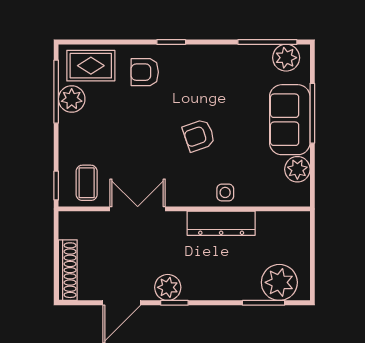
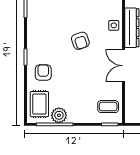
armchair: (145, 72) -> (43, 72), turned 180
double door: (138, 209) -> (123, 66), moved

